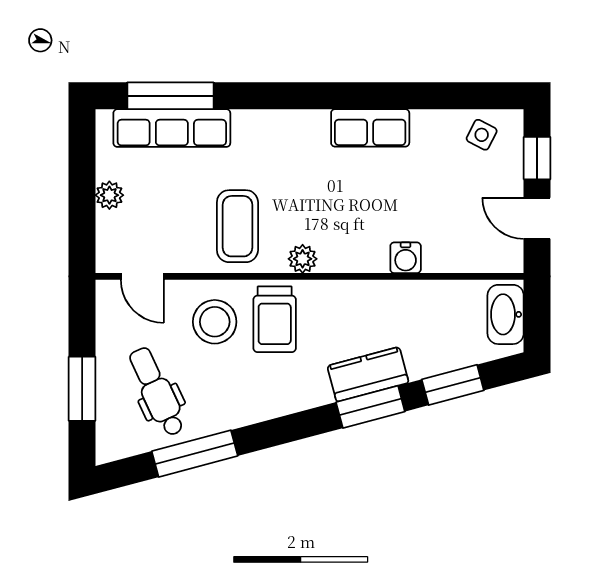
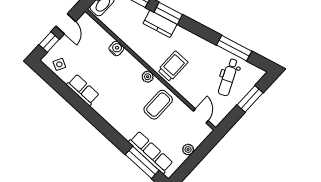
row of seats: (370, 128) -> (83, 90), moved
stool: (215, 322) -> (192, 82), removed

